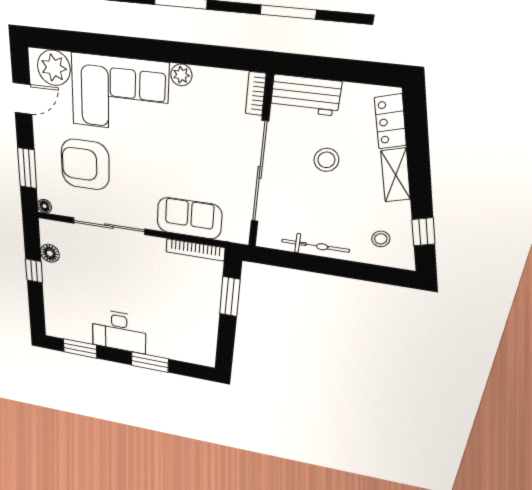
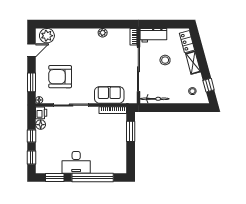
corner sofa: (120, 94) -> (76, 43), removed
printer: (50, 232) -> (41, 113), added
bicycle: (315, 246) -> (155, 99), moved
window: (37, 308) -> (32, 157), added
window: (150, 362) -> (93, 178), width x2.11

